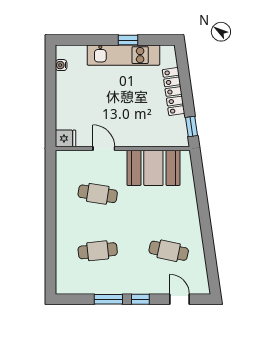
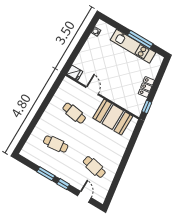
window: (128, 40) -> (140, 40), width x2.17
locker: (174, 91) -> (146, 87), width x0.66

